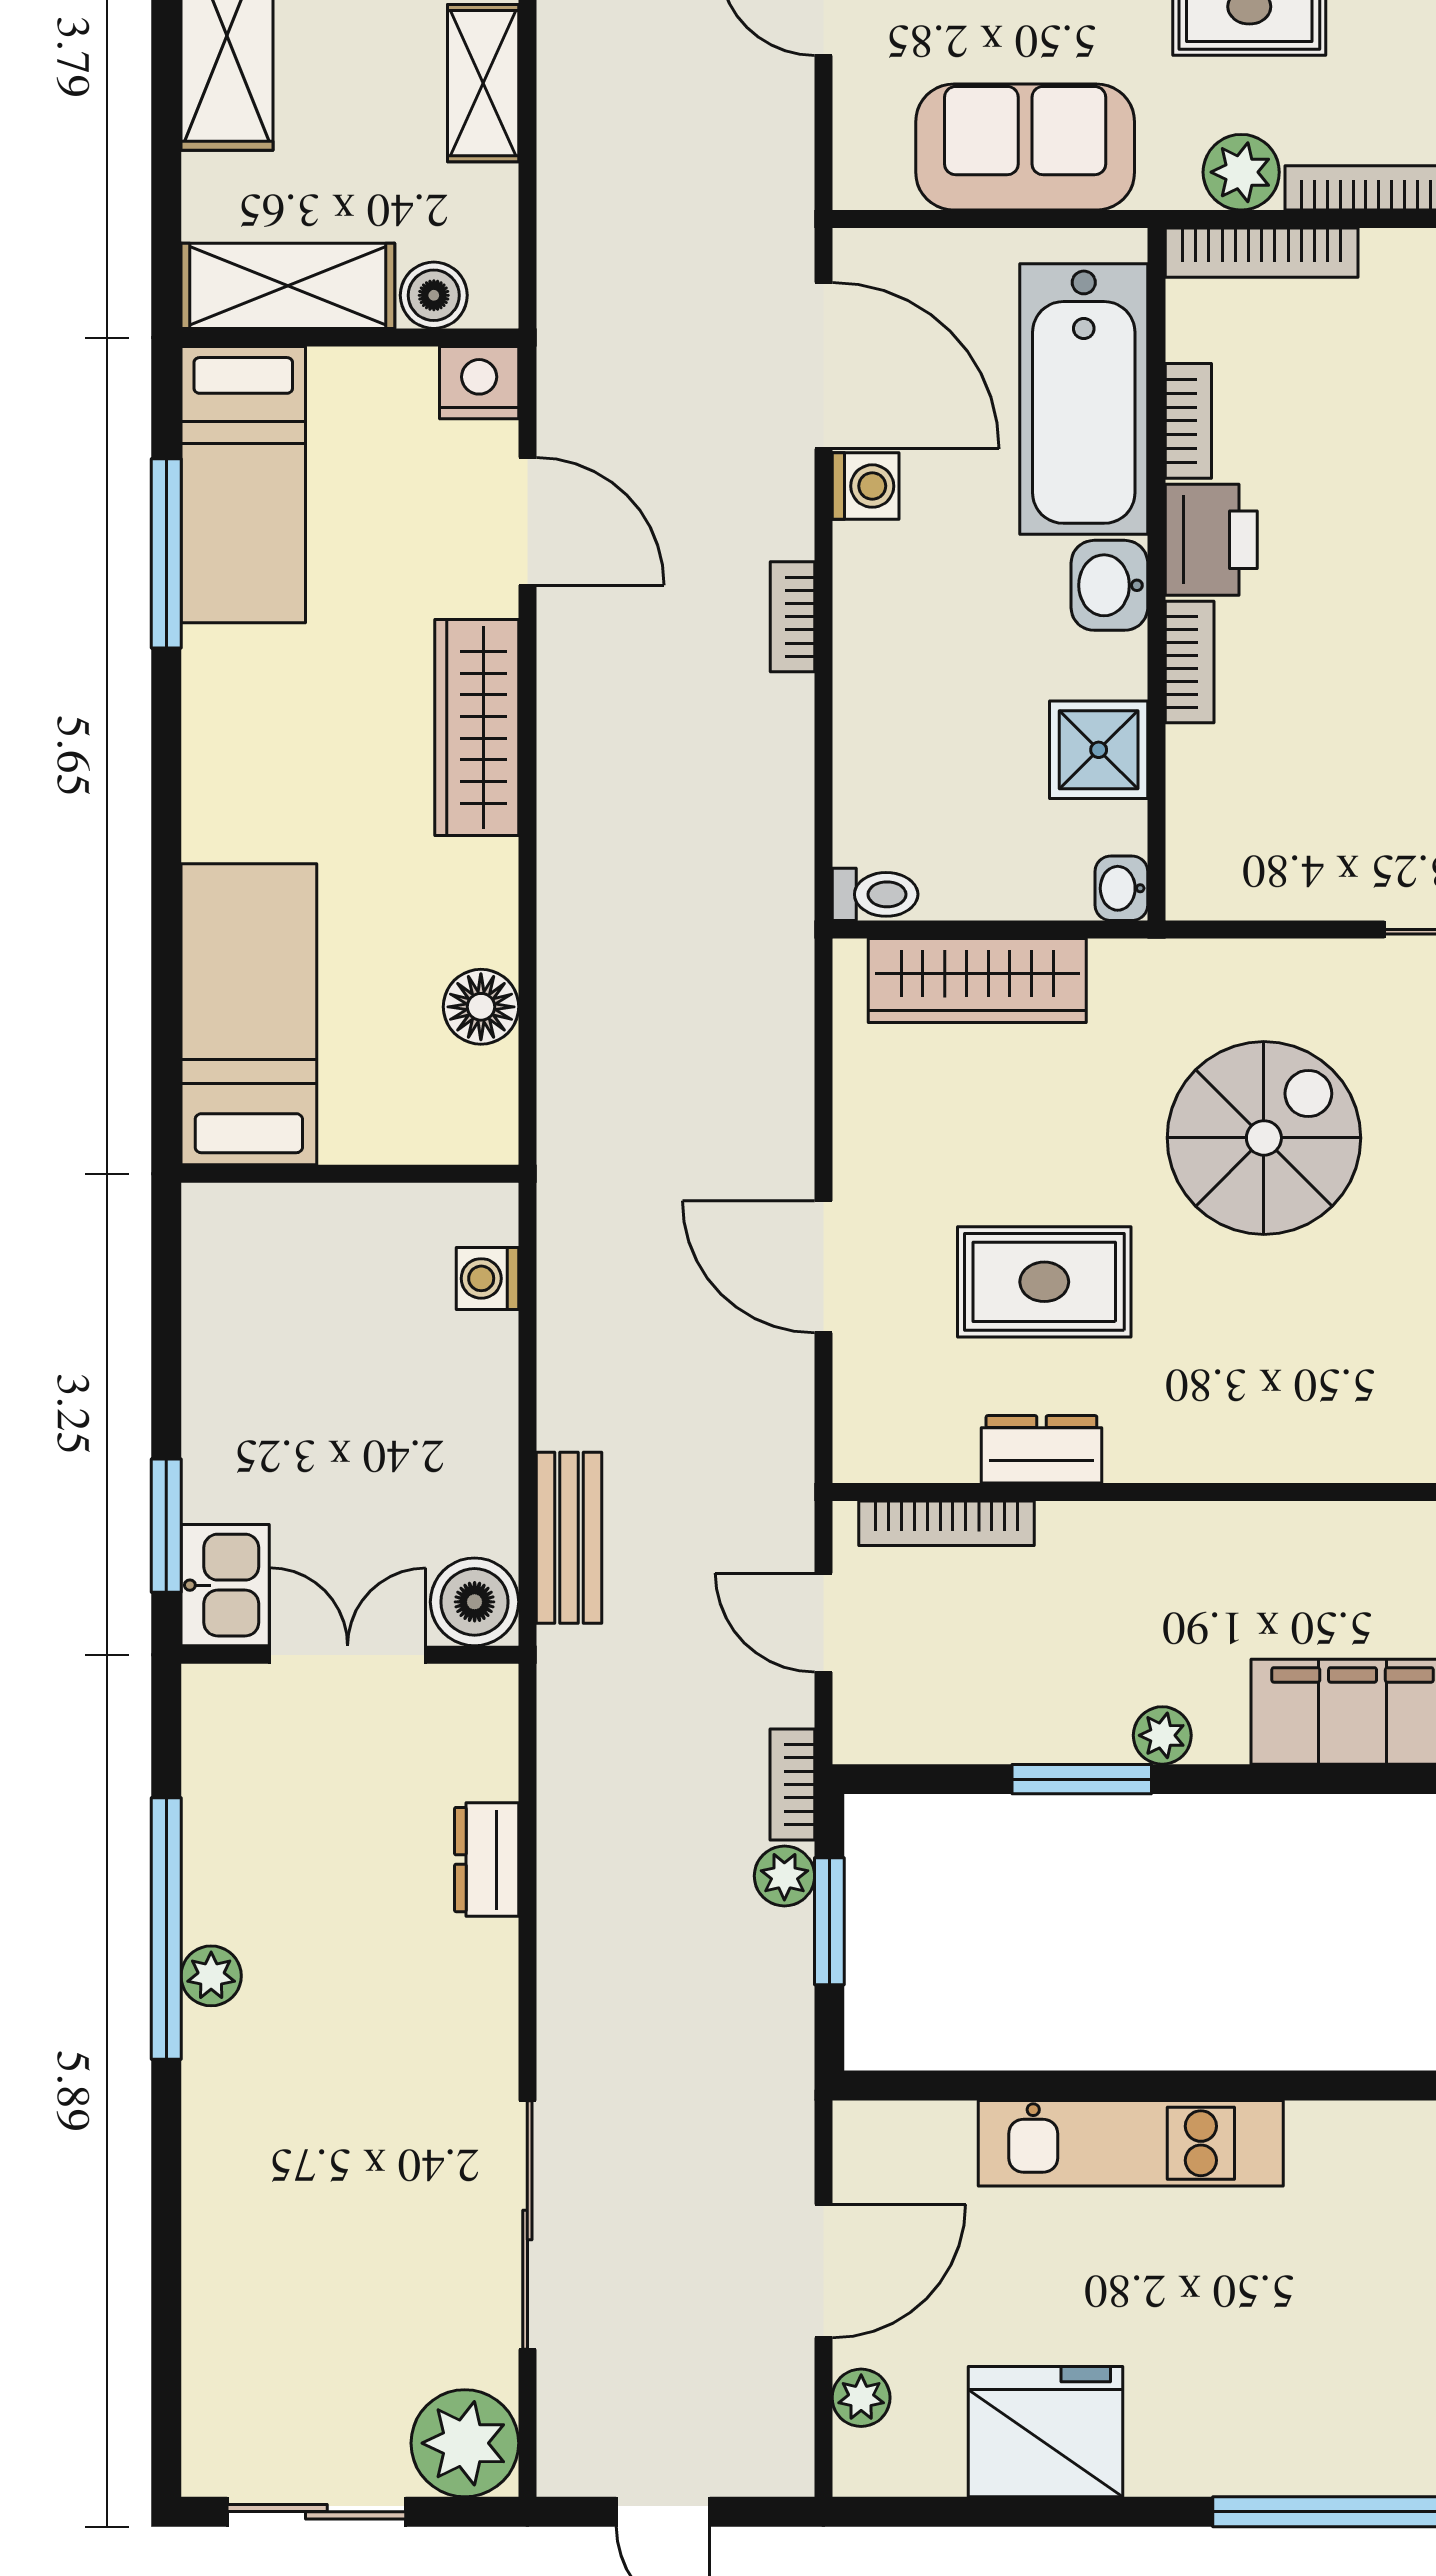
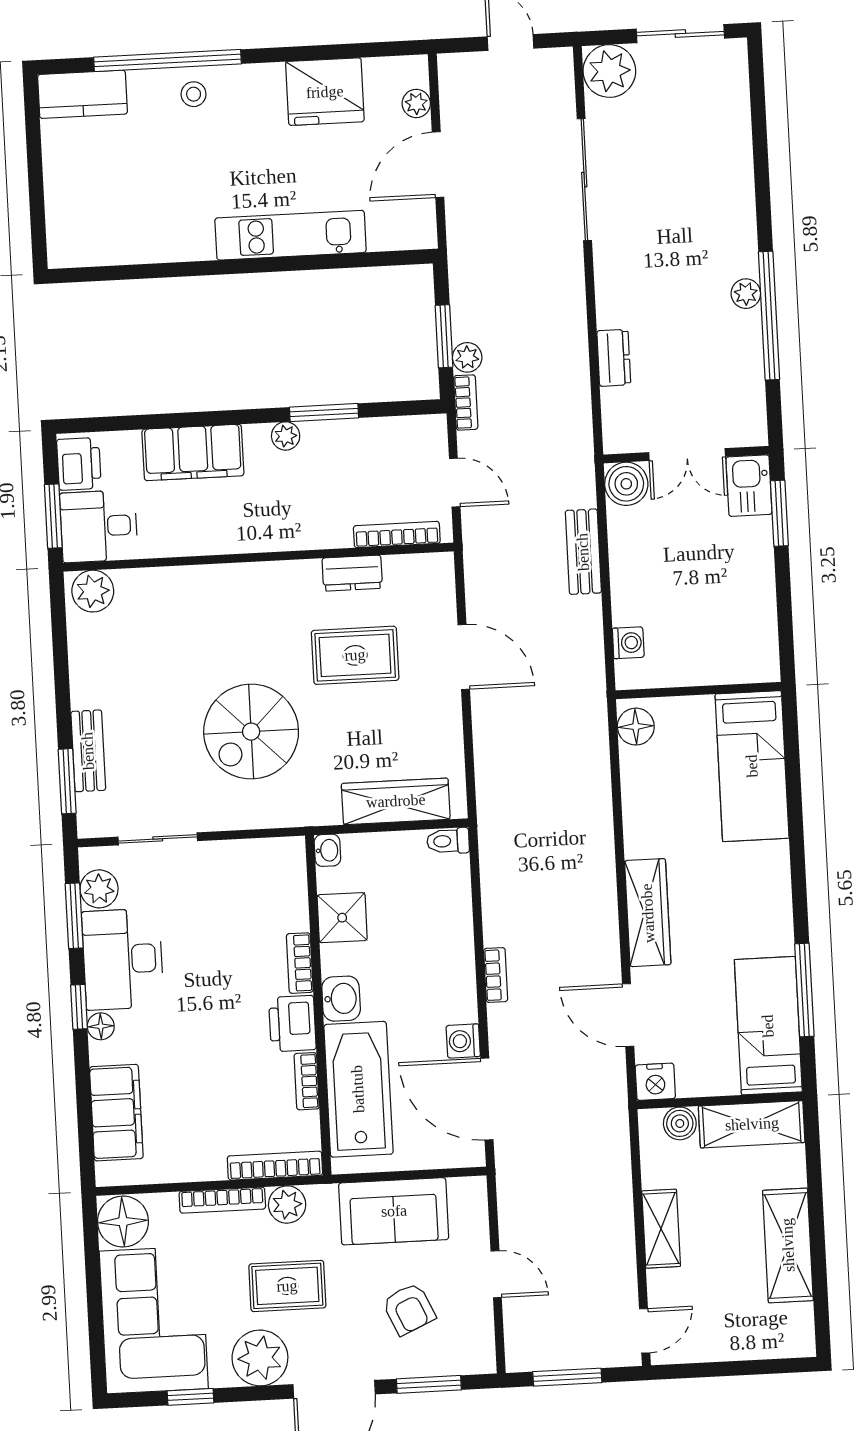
floor lamp: (481, 1007) -> (636, 727), moved
bench: (569, 1538) -> (583, 552), moved
stool: (1313, 2440) -> (194, 94), added

